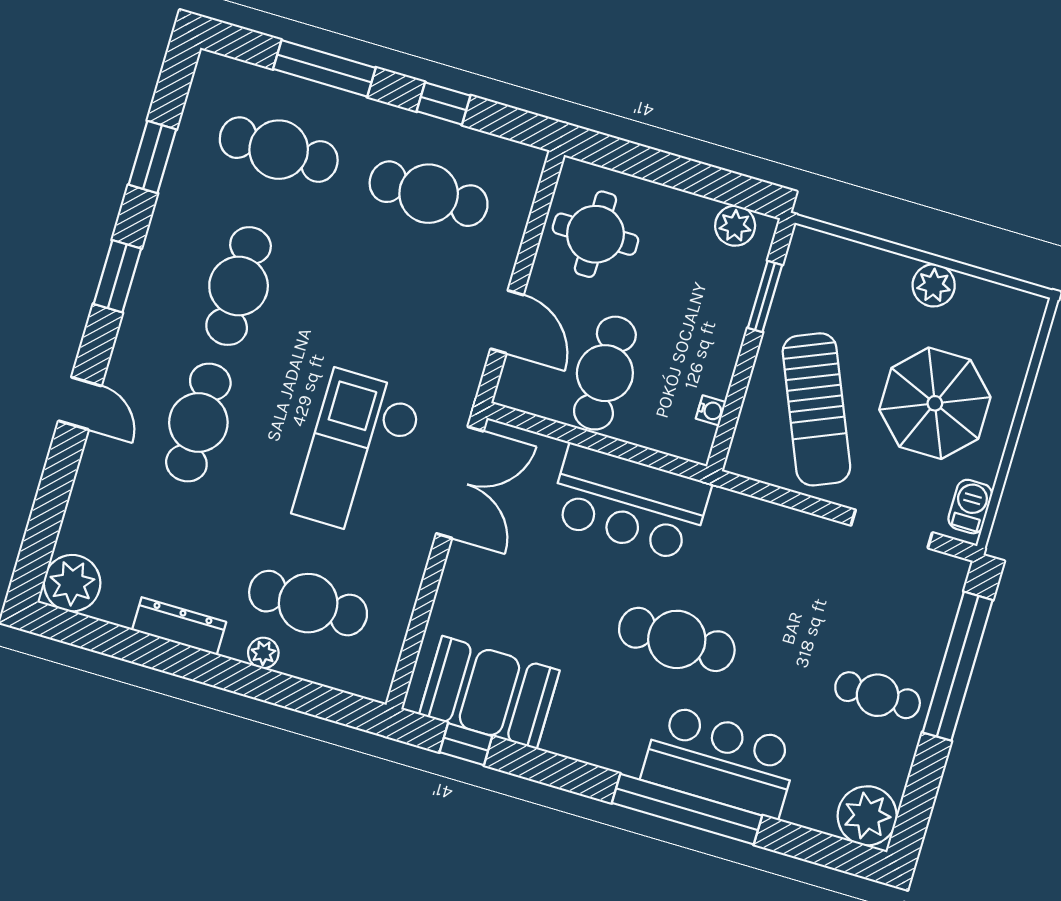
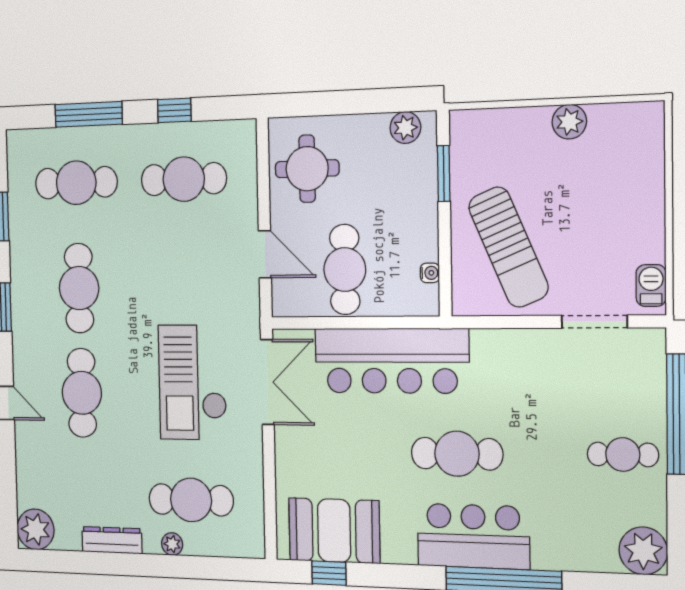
parasol: (935, 403) -> (598, 213), removed
bar counter: (629, 503) -> (391, 361), width x1.36
bar counter: (720, 761) -> (473, 536), moved

